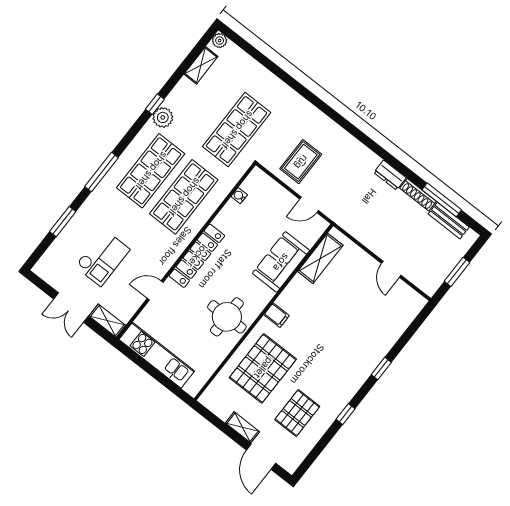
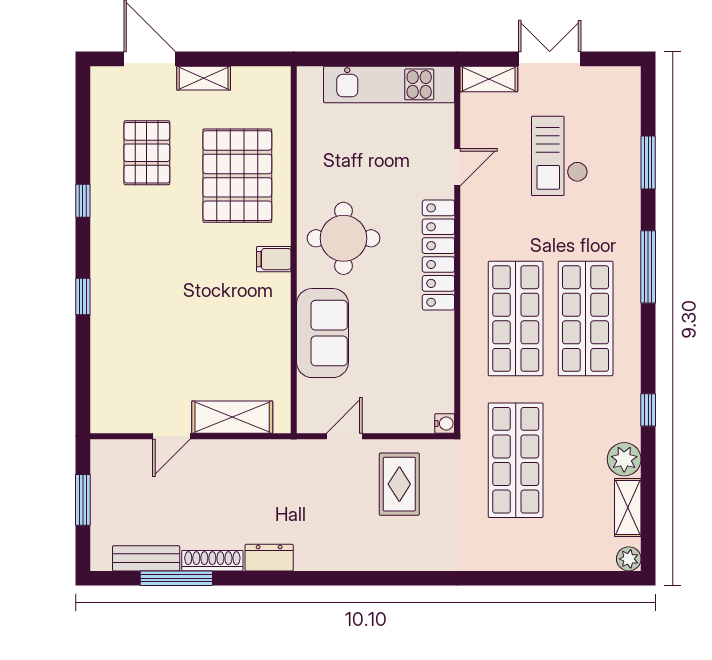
plant: (163, 117) -> (624, 459), moved
water cooler: (239, 196) -> (445, 423), moved
shelving: (320, 258) -> (232, 417), moved, turned 90
door: (391, 269) -> (171, 436), swing flipped
round table: (227, 317) -> (344, 238), moved

